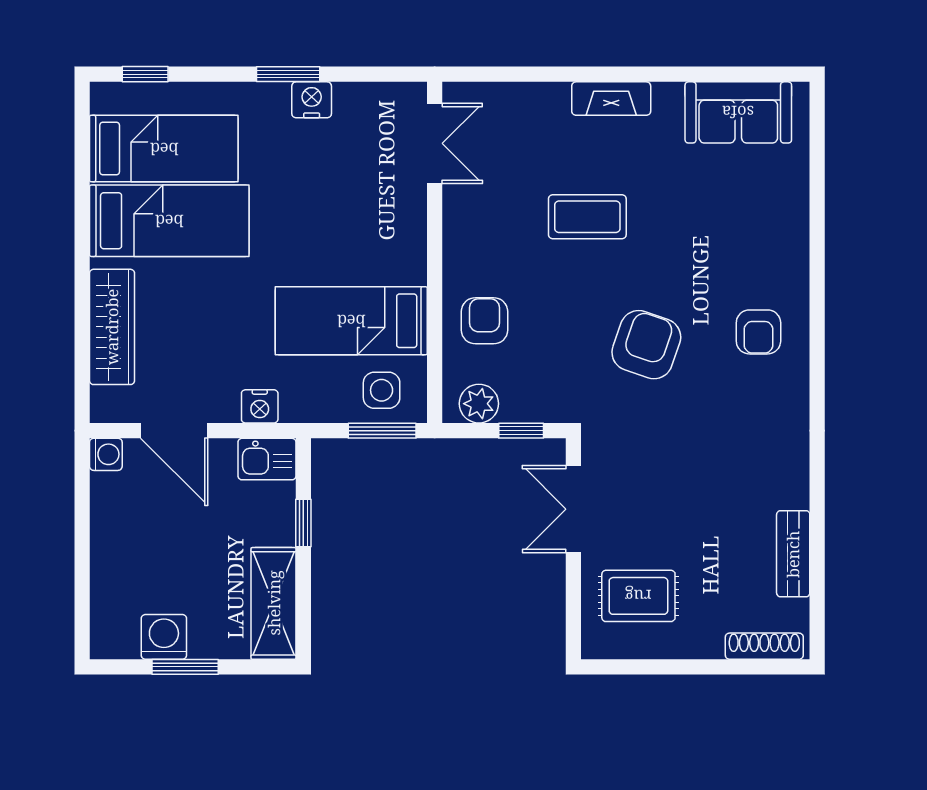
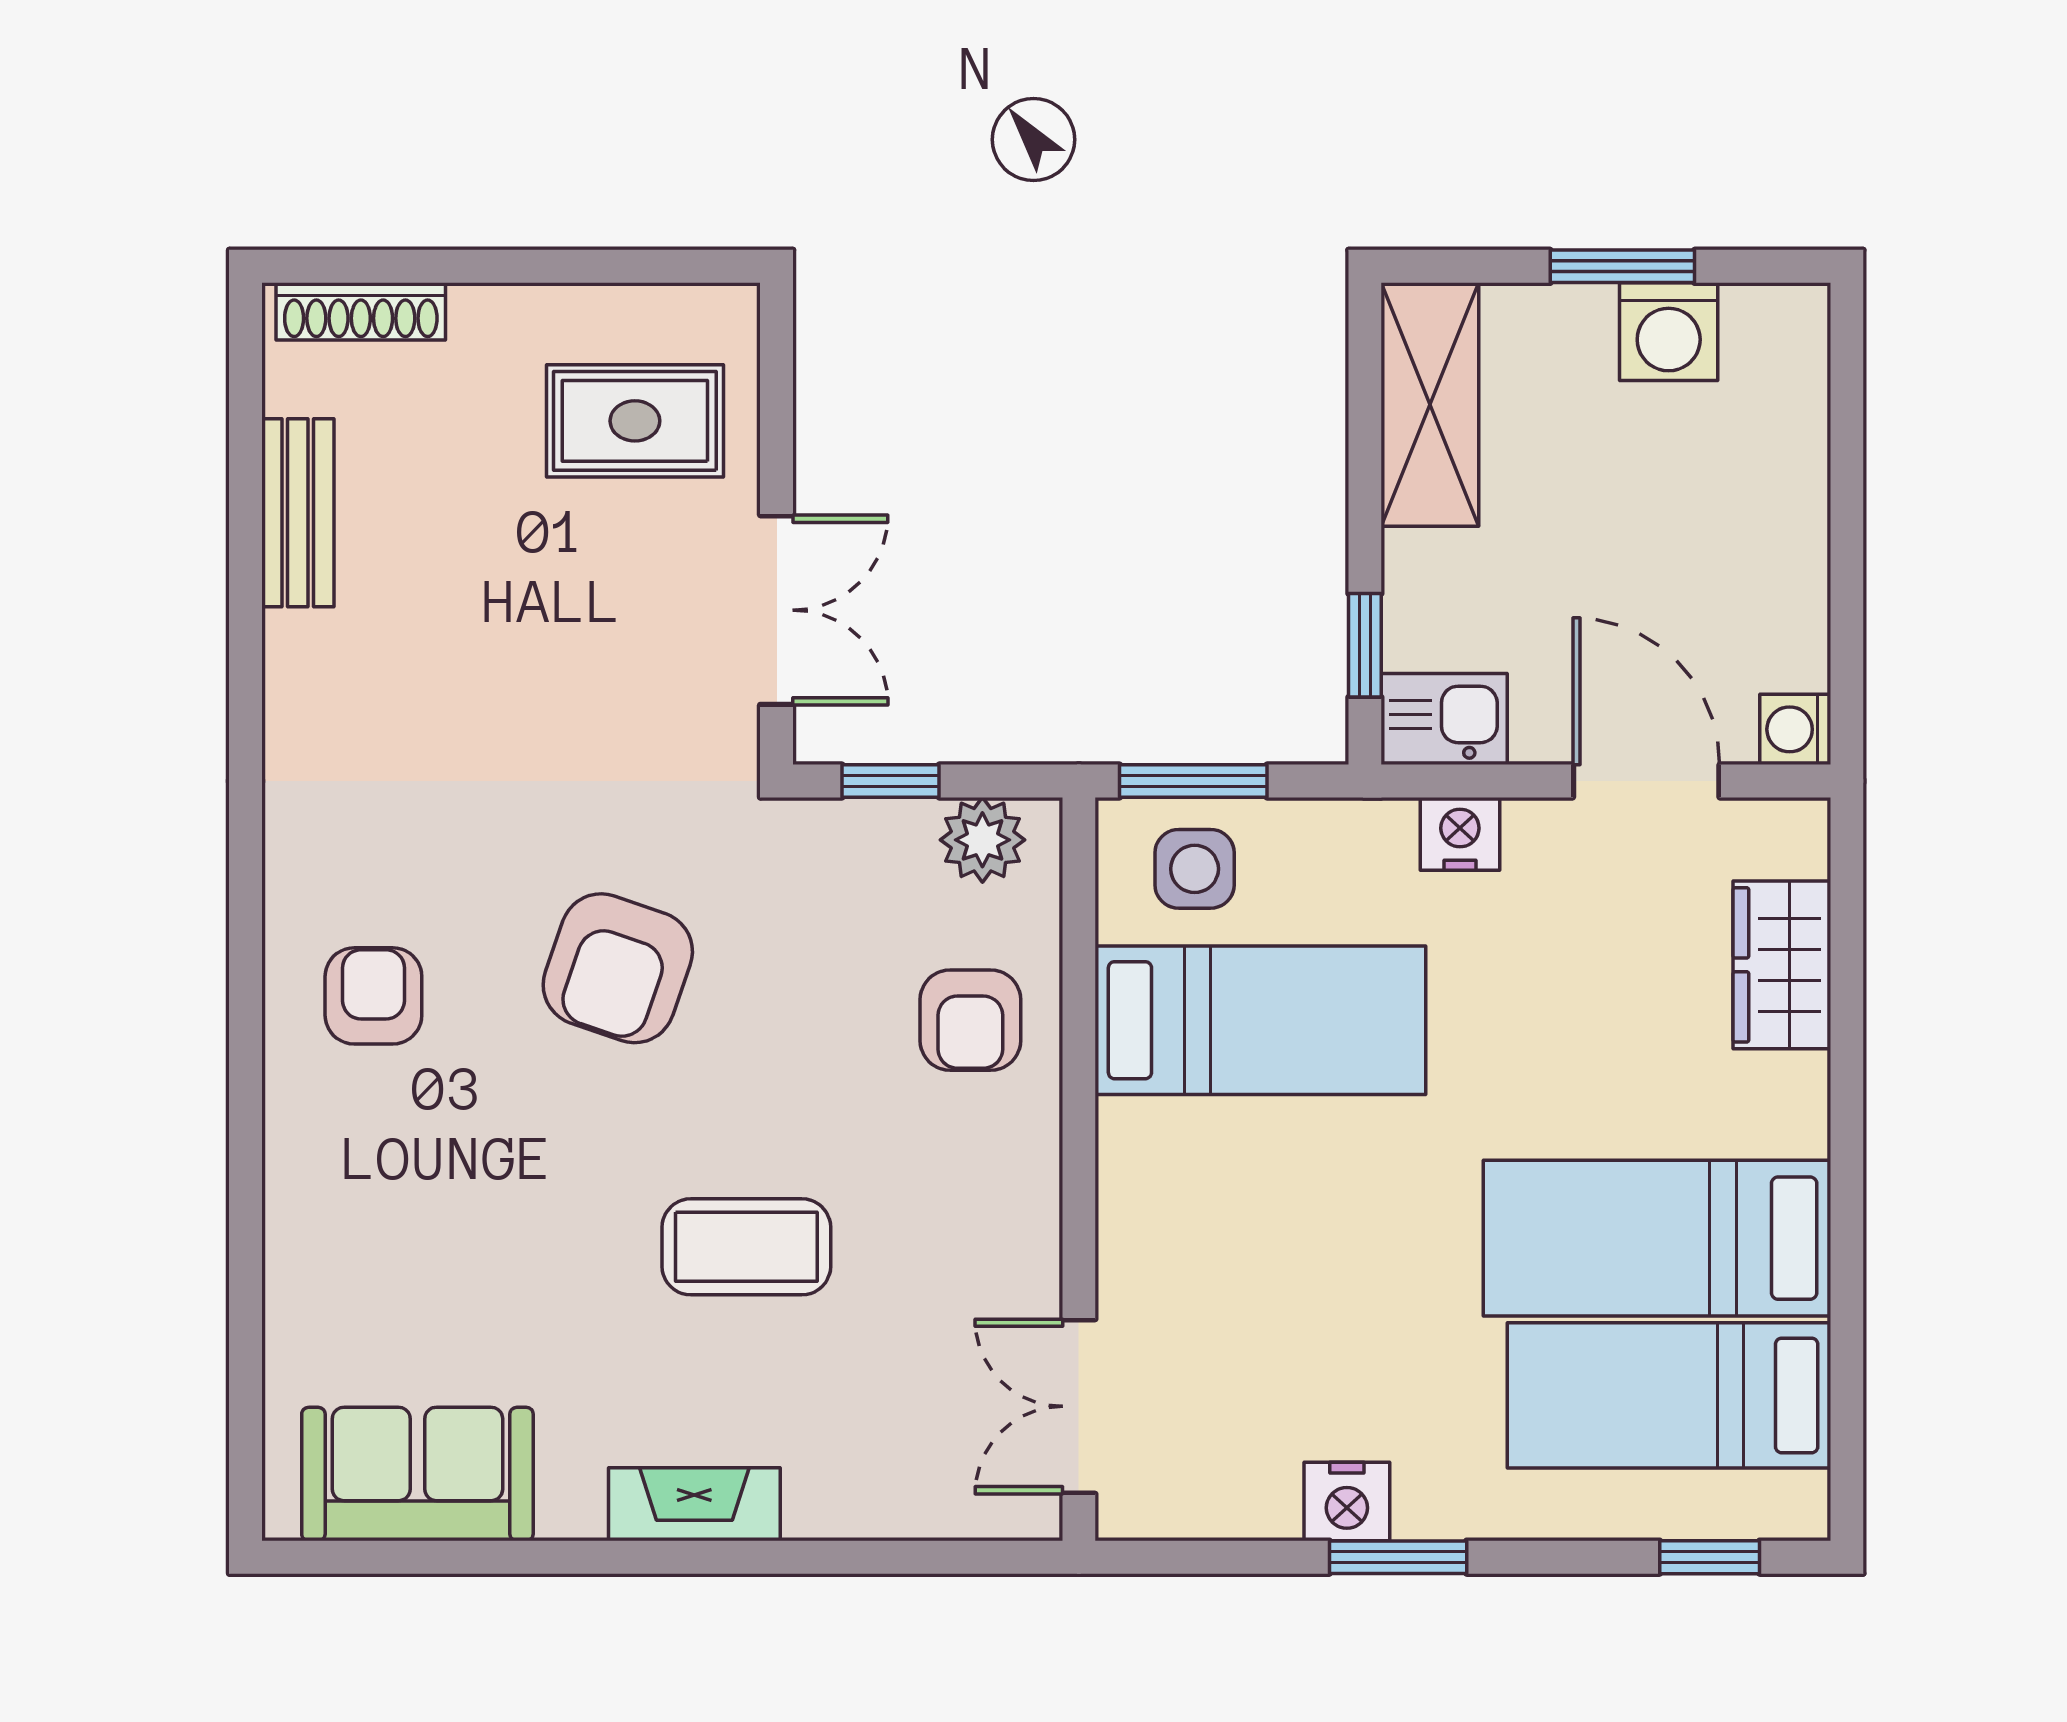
wardrobe: (112, 327) -> (1782, 965), width x0.67
window: (303, 523) -> (1365, 645), moved

